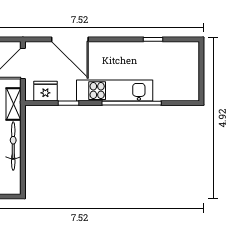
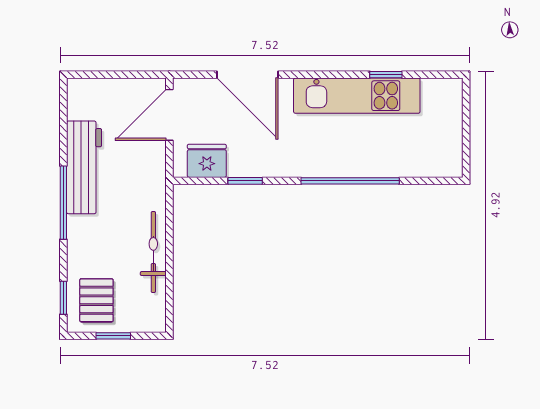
kitchen unit: (115, 91) -> (357, 96), moved, turned 180
shelving: (14, 104) -> (154, 182), removed

